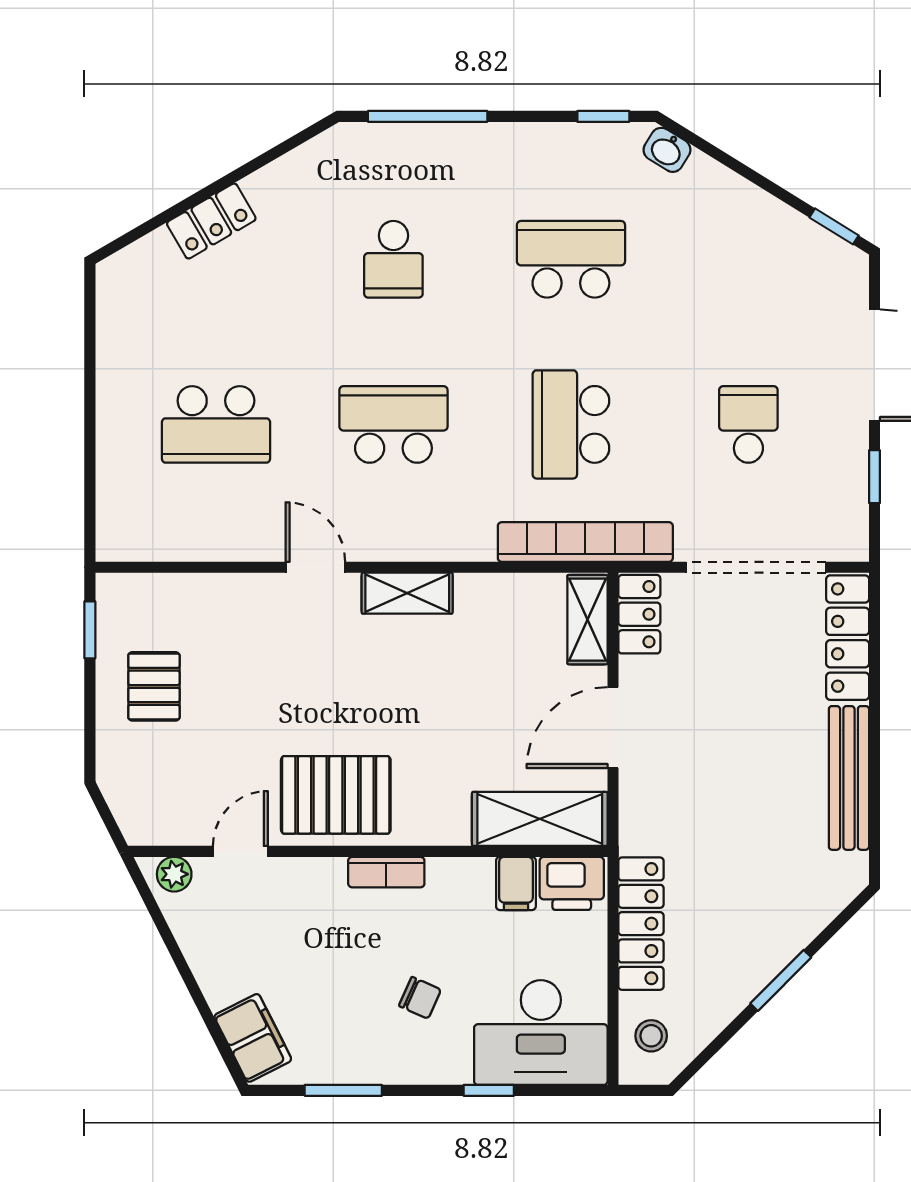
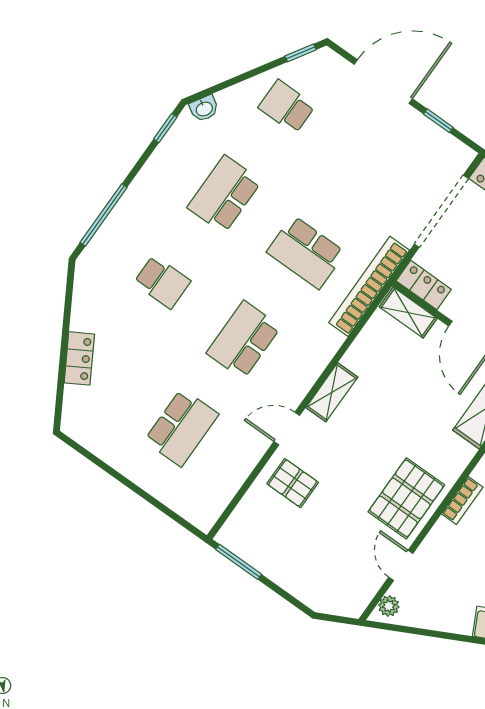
school desk: (748, 424) -> (287, 107), moved
window: (90, 630) -> (239, 562), width x1.50
pallet: (154, 686) -> (293, 483), moved

